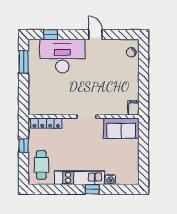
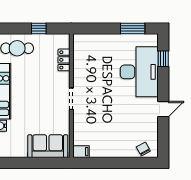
locker: (46, 123) -> (64, 60), width x0.66
sofa: (121, 128) -> (48, 146), moved, turned 90

